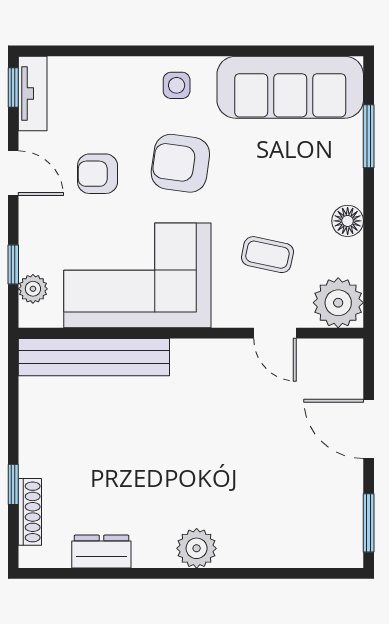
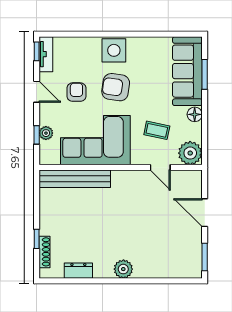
side table: (177, 85) -> (114, 50), width x1.87, depth x1.87
sofa: (290, 87) -> (187, 71), moved, turned 90
armchair: (98, 174) -> (76, 92), turned 90
plant: (33, 289) -> (46, 133), moved

